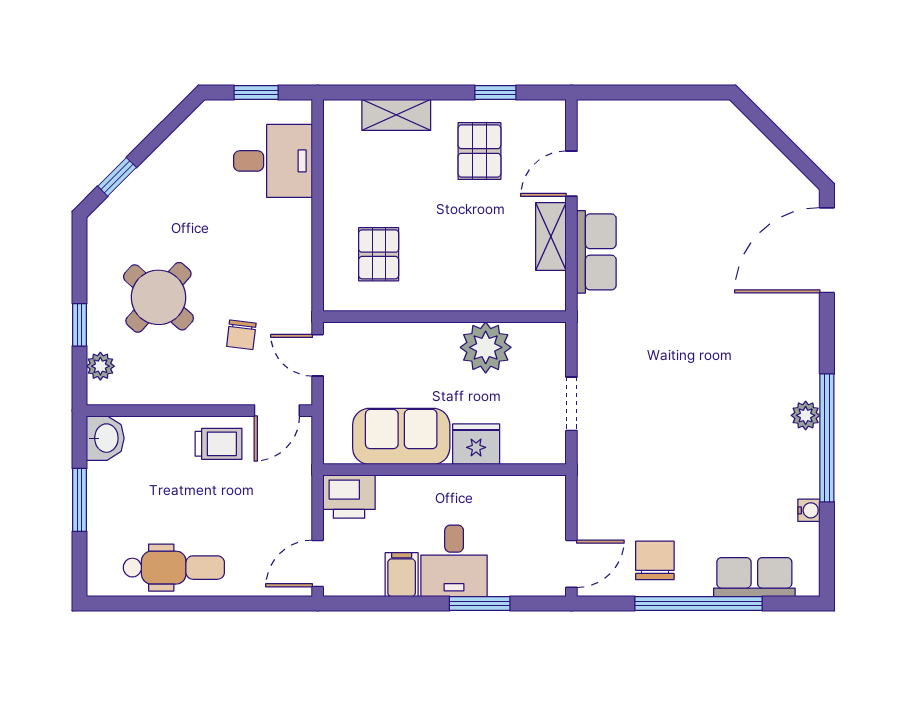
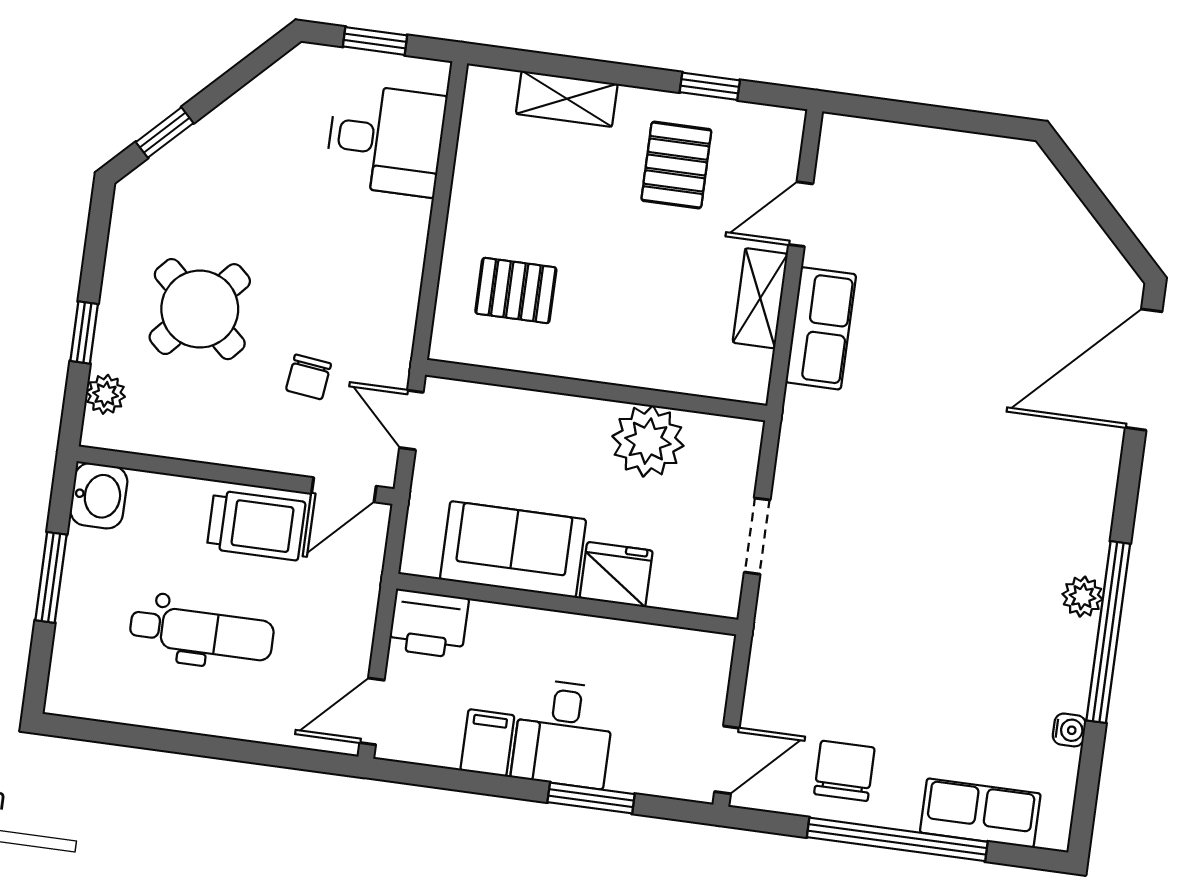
pallet: (379, 254) -> (516, 290), turned 90
trolley: (219, 444) -> (256, 525), width x1.36, depth x1.39
dental chair: (174, 568) -> (202, 632), moved

